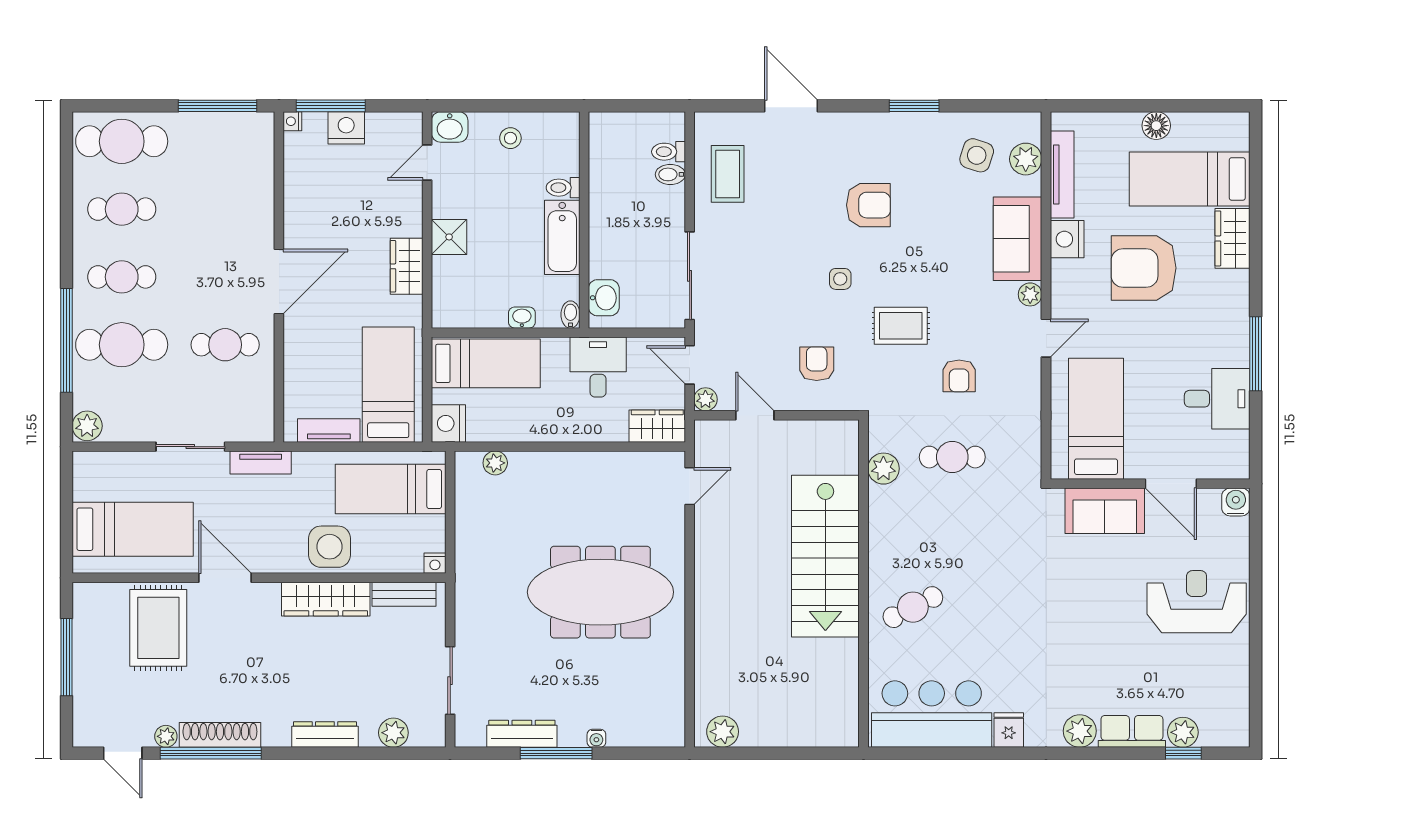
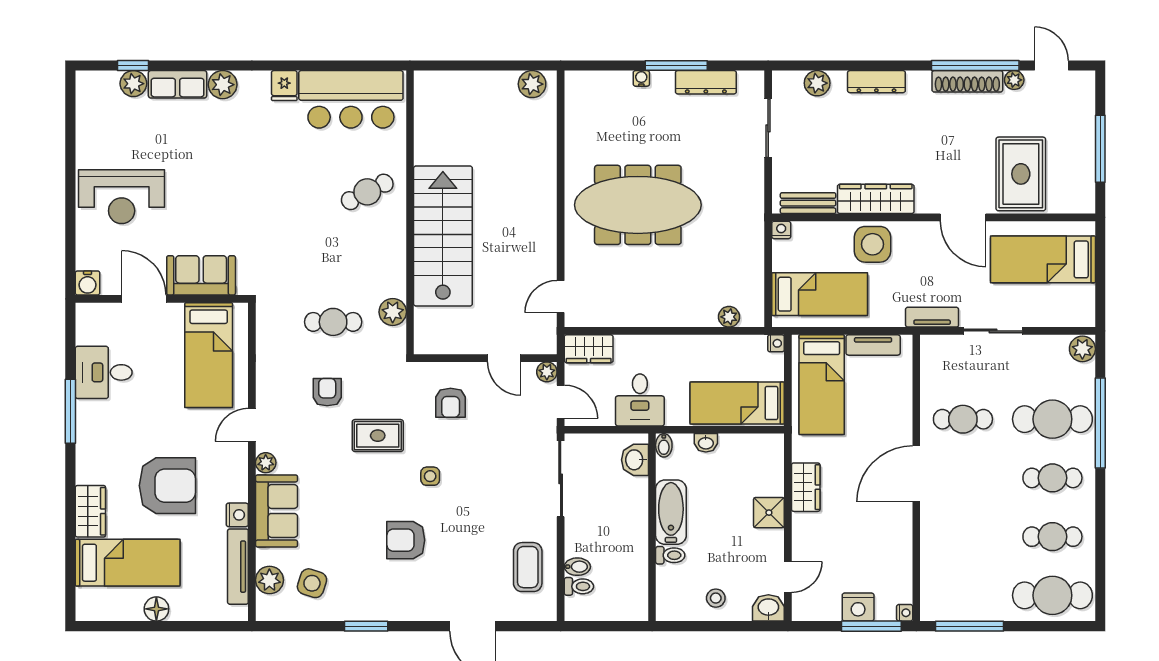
nightstand: (1067, 239) -> (237, 515), width x0.74, depth x0.75
nightstand: (448, 423) -> (776, 343), width x0.53, depth x0.56

